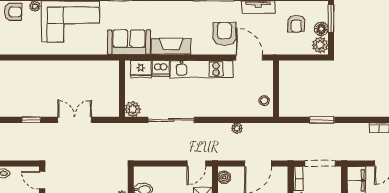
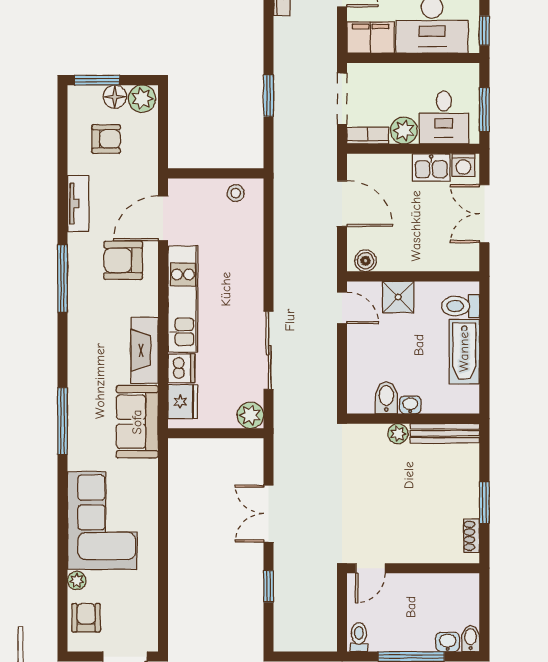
plant: (237, 128) -> (283, 239), removed

